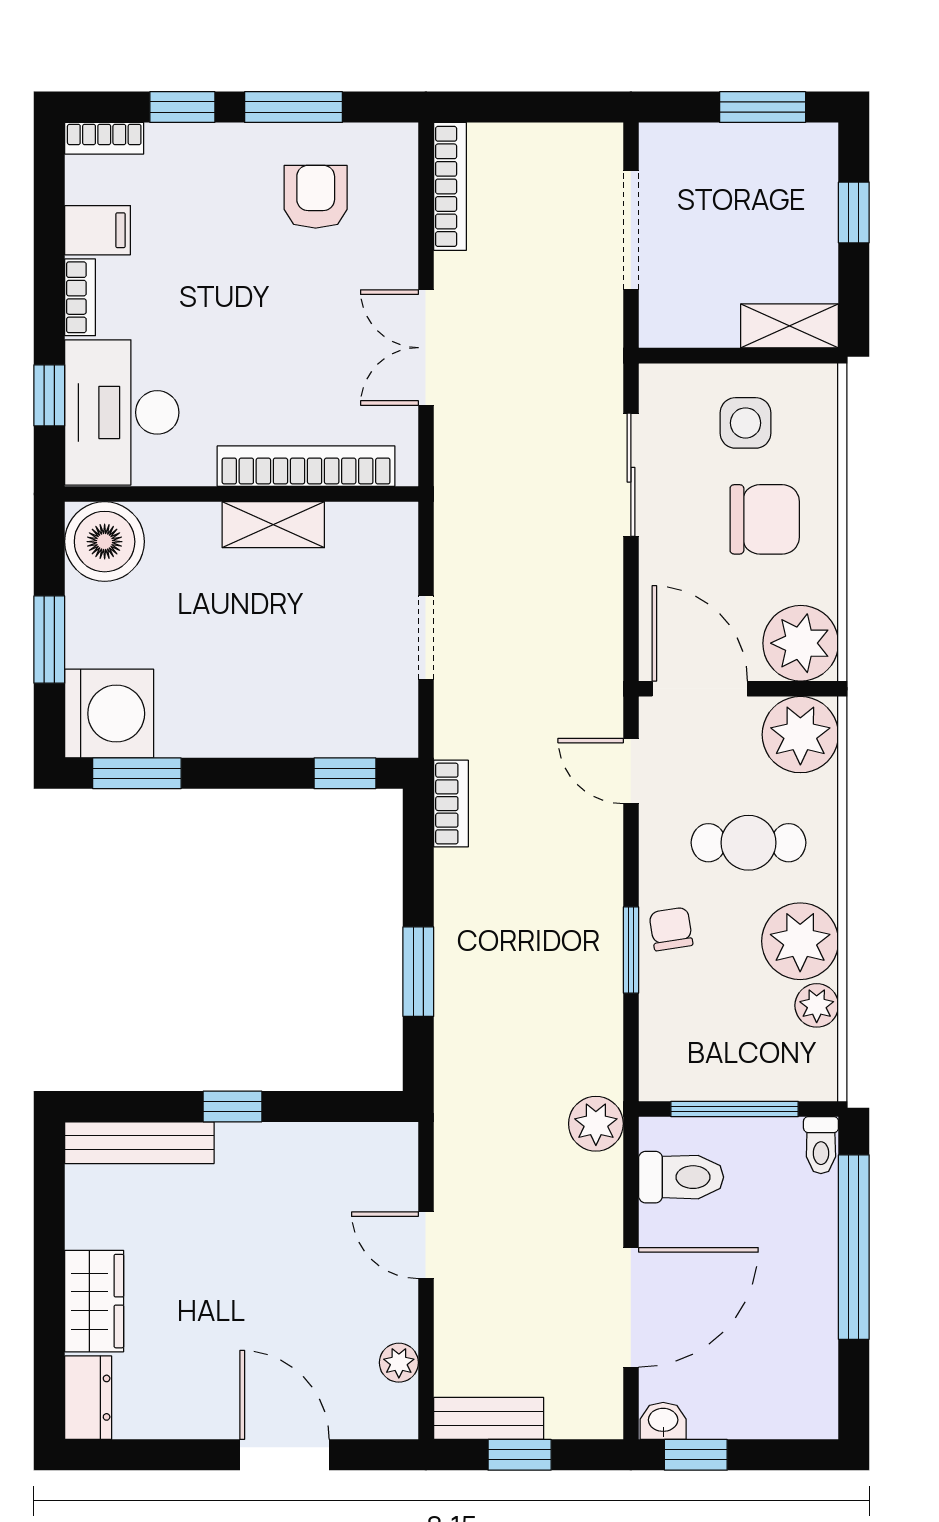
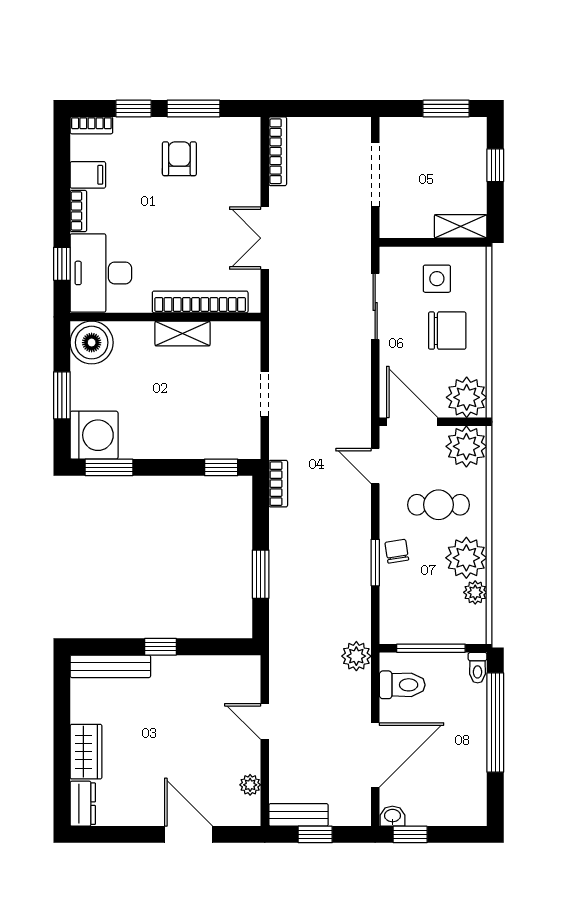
armchair: (316, 197) -> (179, 159), moved

